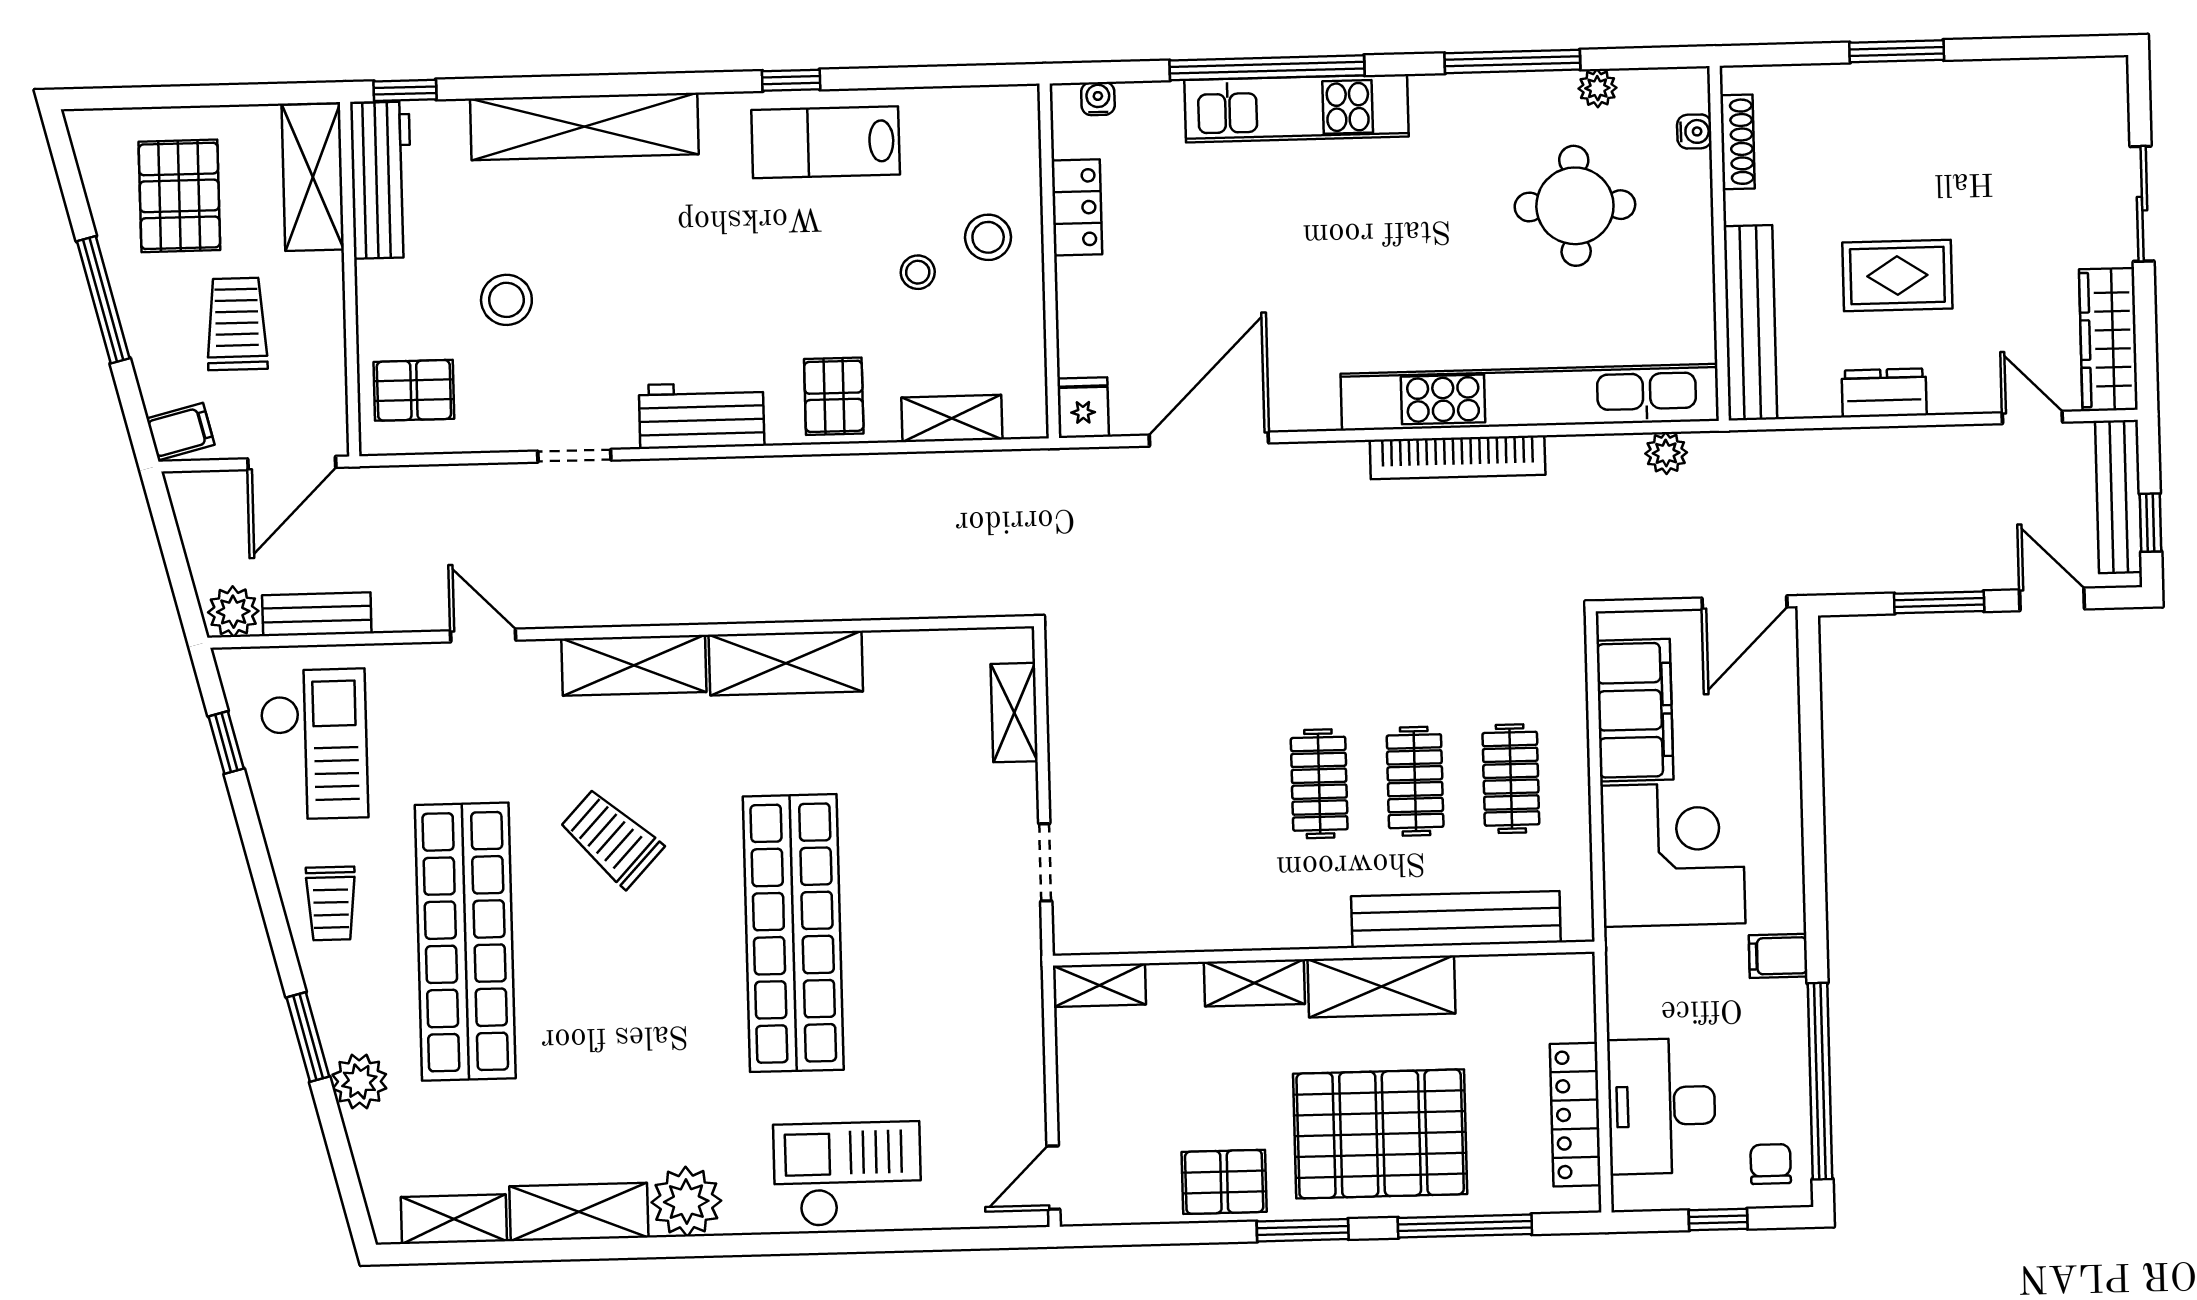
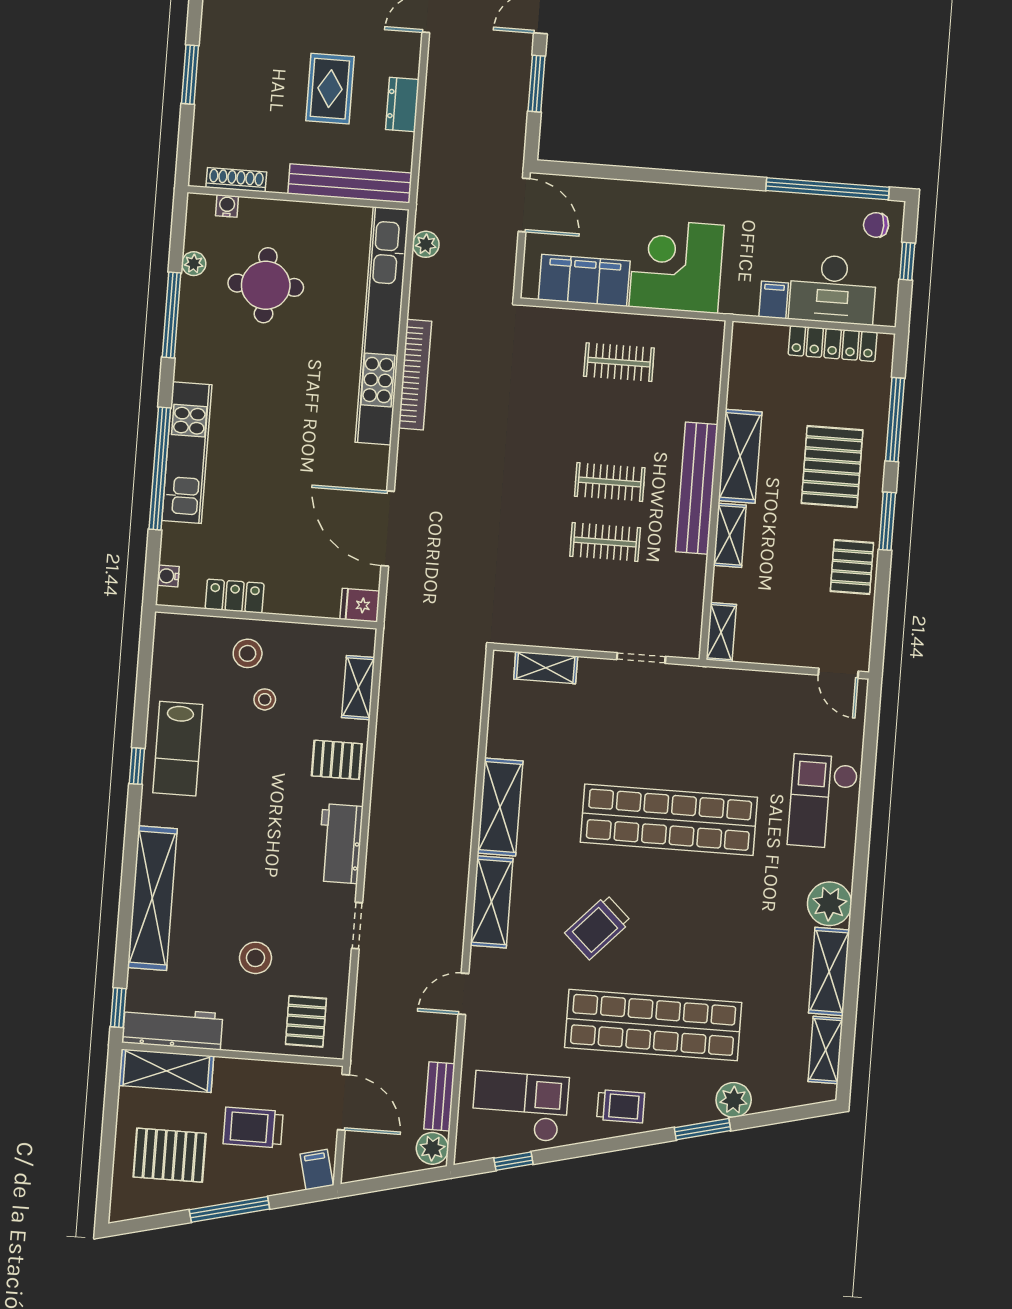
clothes rail: (1415, 781) -> (605, 542), moved
bench: (1456, 919) -> (697, 488), moved
filing cabinet: (1778, 956) -> (774, 300), moved, turned 180
pallet: (1380, 1134) -> (832, 467), width x0.73, depth x0.71

